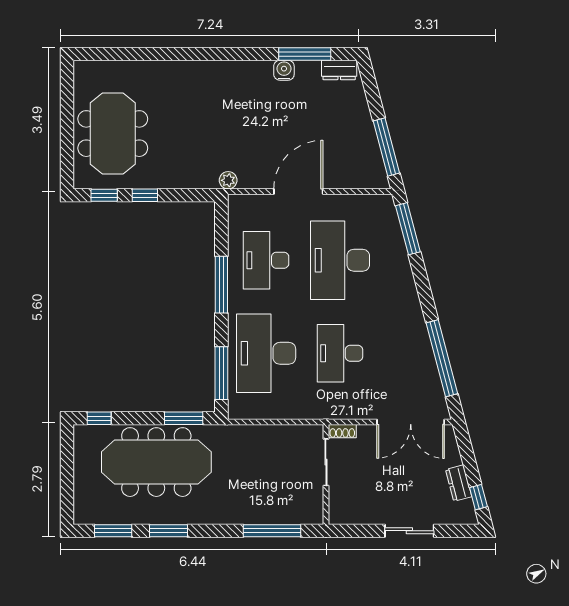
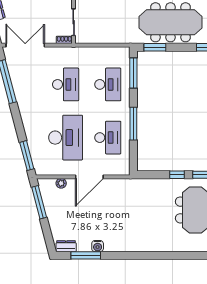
plant: (228, 180) -> (61, 183), moved
desk: (266, 353) -> (108, 84), width x0.73, depth x0.77

